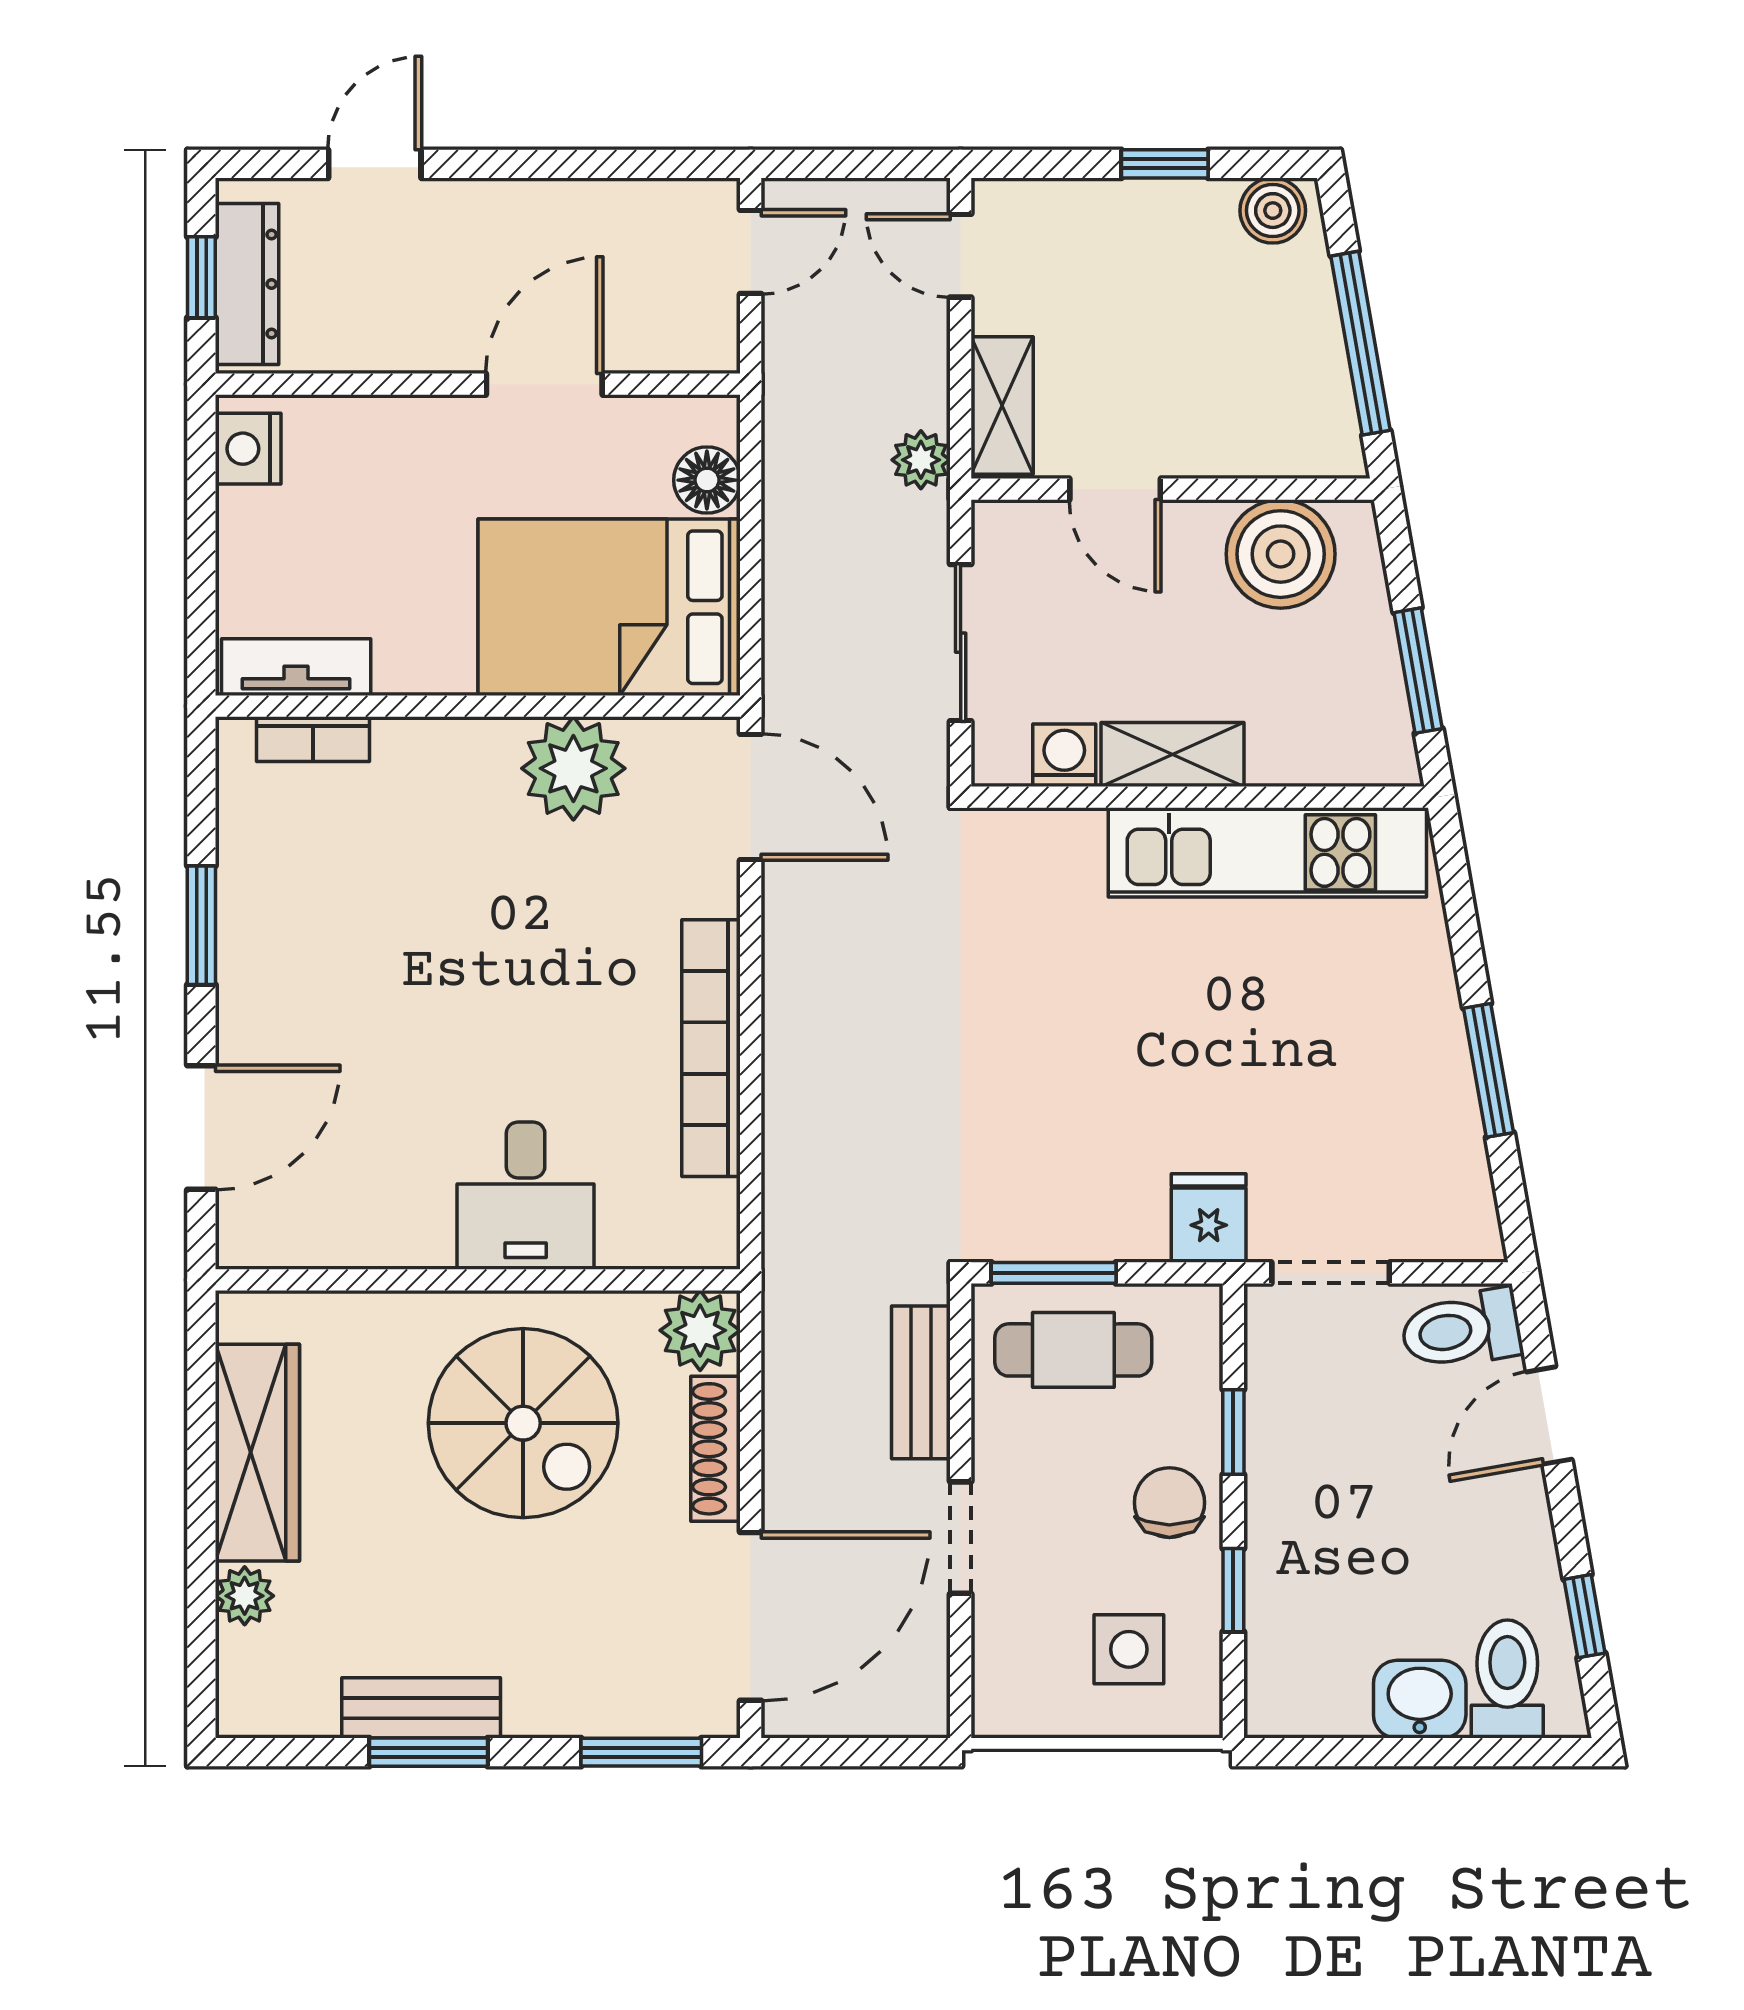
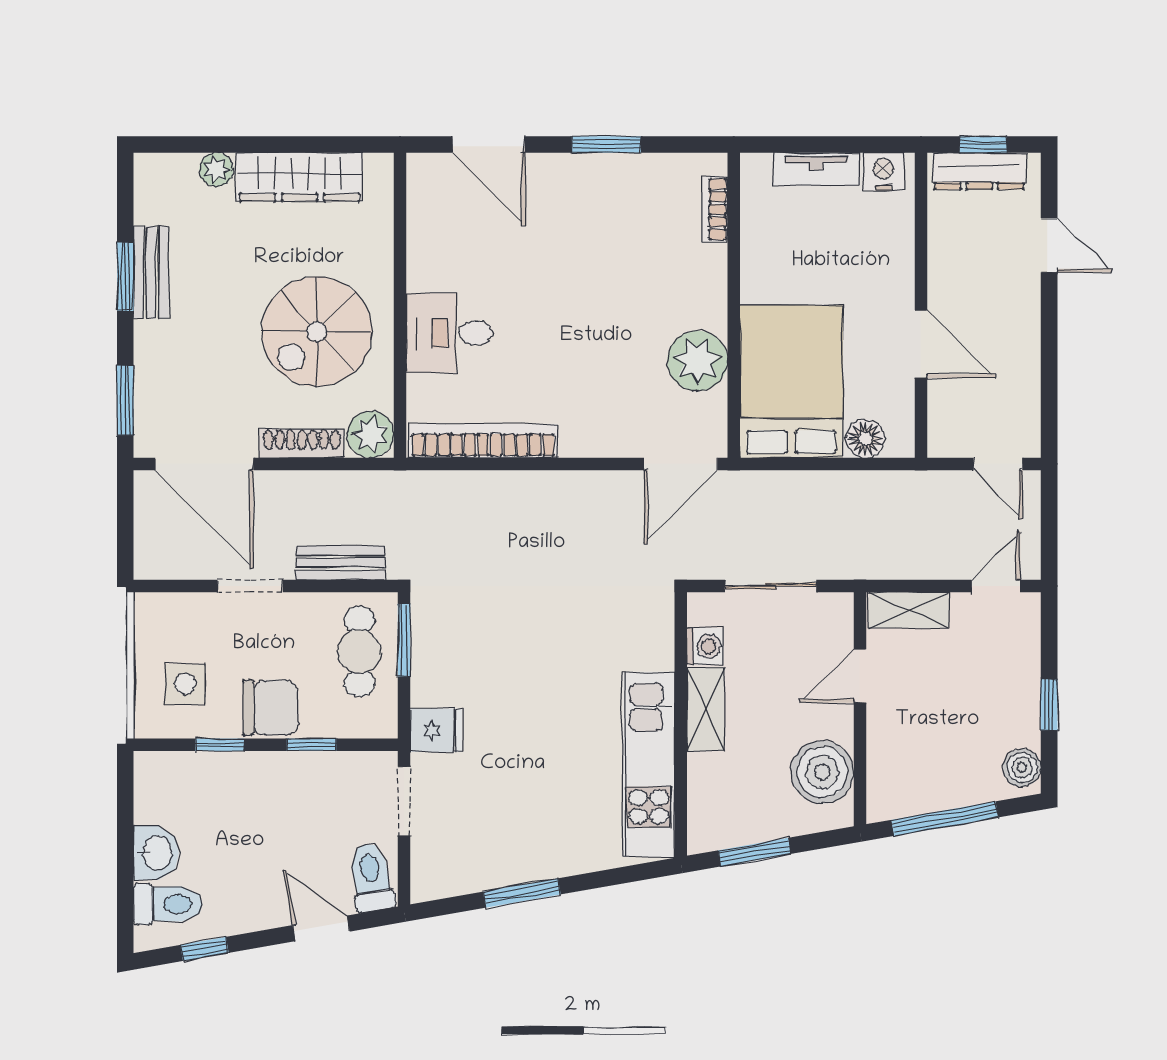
plant: (921, 460) -> (877, 563), removed
tv unit: (296, 667) -> (816, 169), moved, turned 90
bookcase: (711, 1048) -> (483, 441), moved
chair: (1169, 1503) -> (271, 708), width x1.37, depth x1.37

